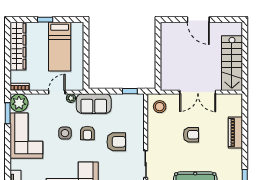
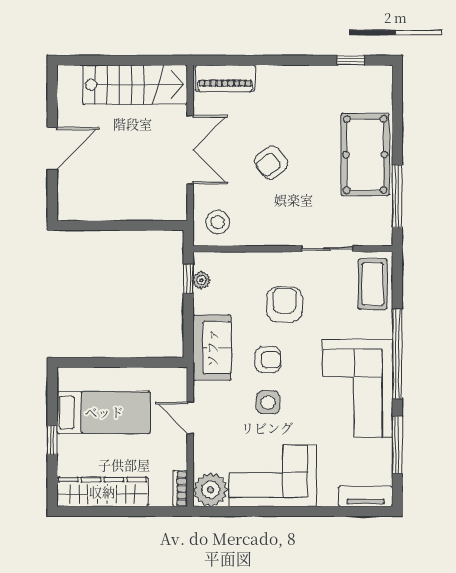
plant: (71, 98) -> (201, 280), moved
window: (8, 113) -> (230, 511), removed
piano: (235, 133) -> (225, 78), moved
armchair: (191, 135) -> (271, 163), turned -128

